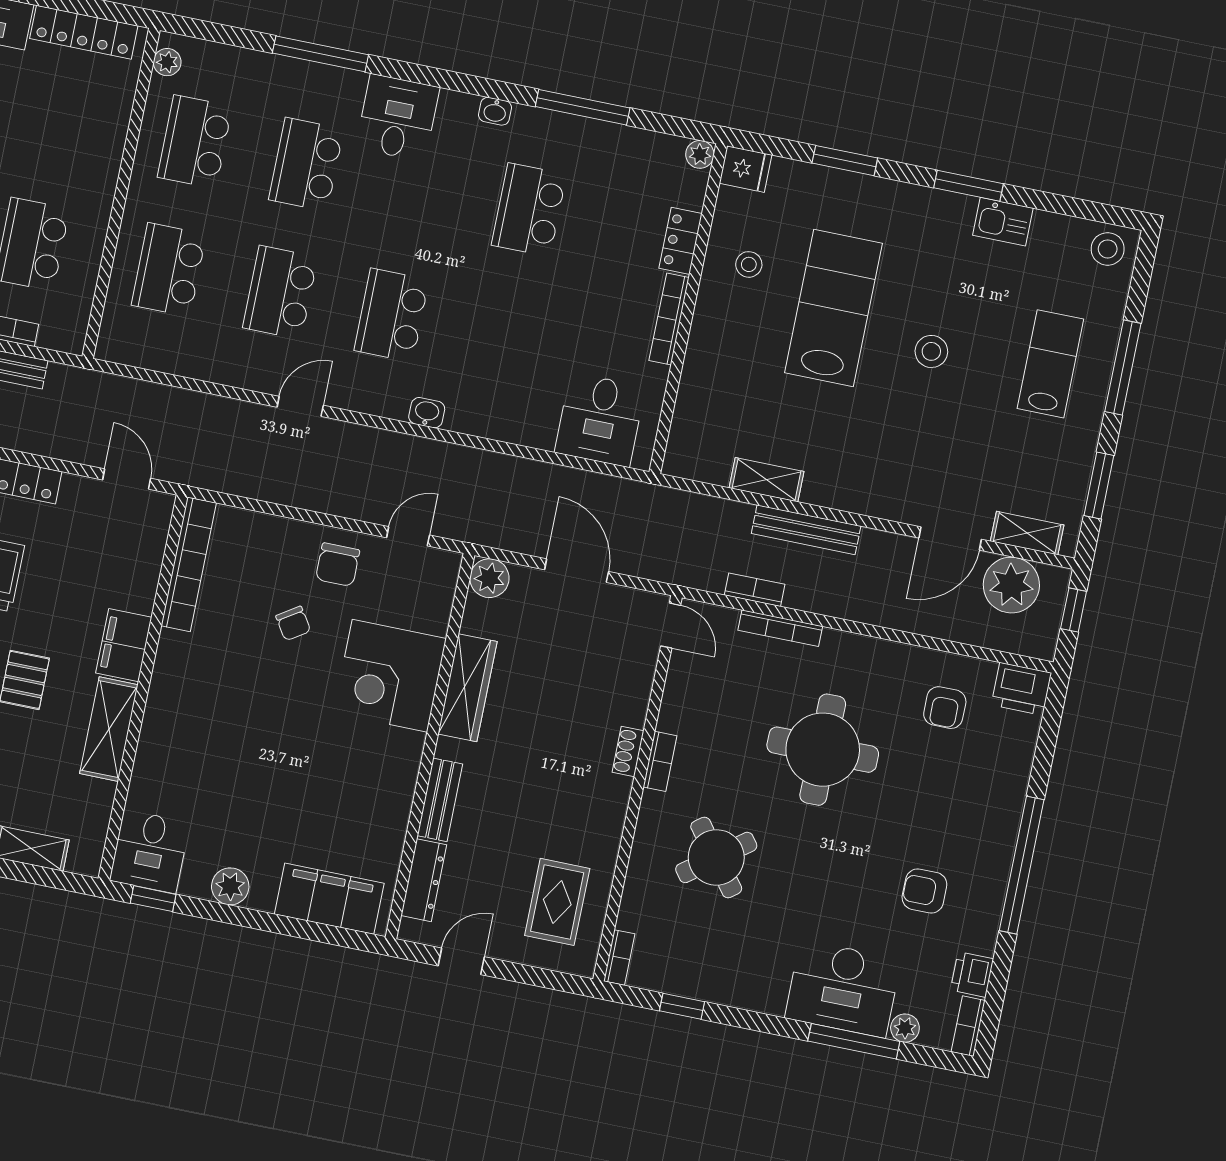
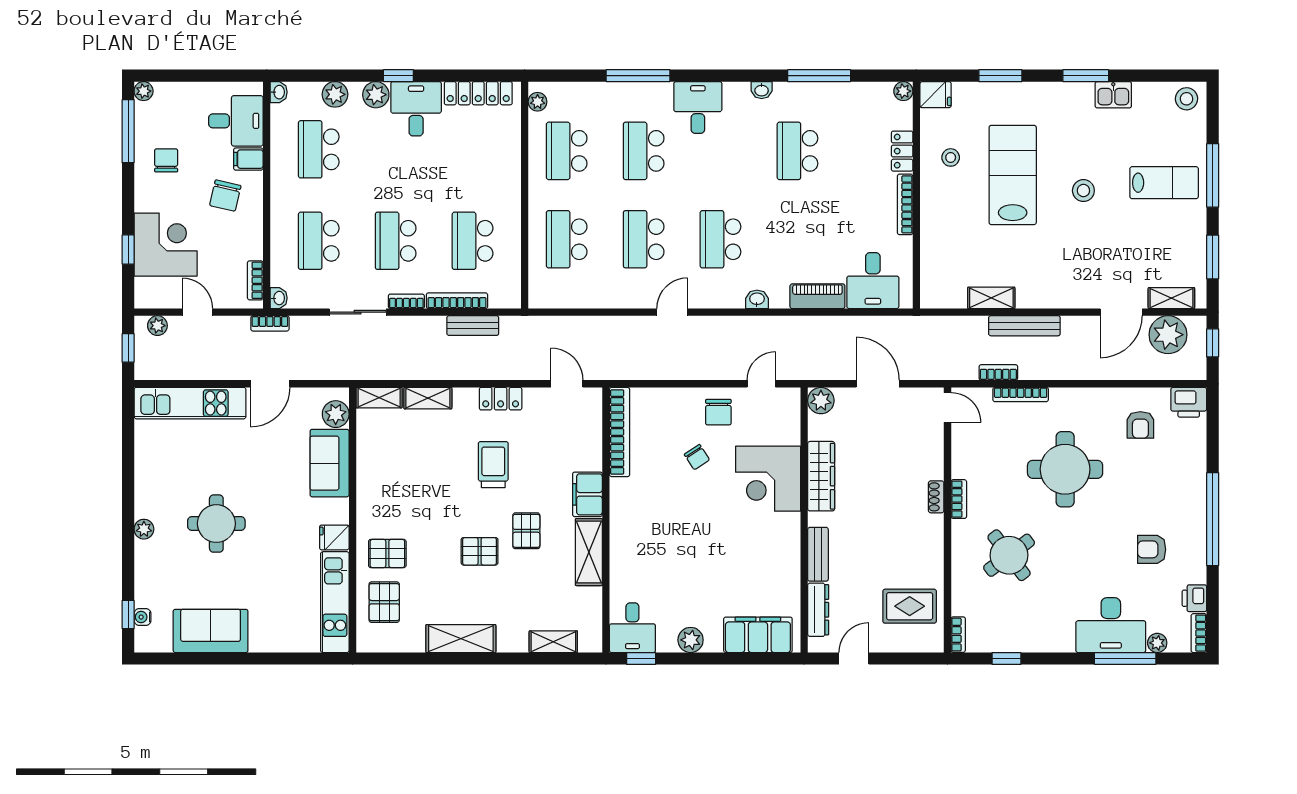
lab bench: (1050, 364) -> (1164, 183), turned 90
piano: (515, 426) -> (817, 296), added
rug: (557, 902) -> (910, 606), turned 90

